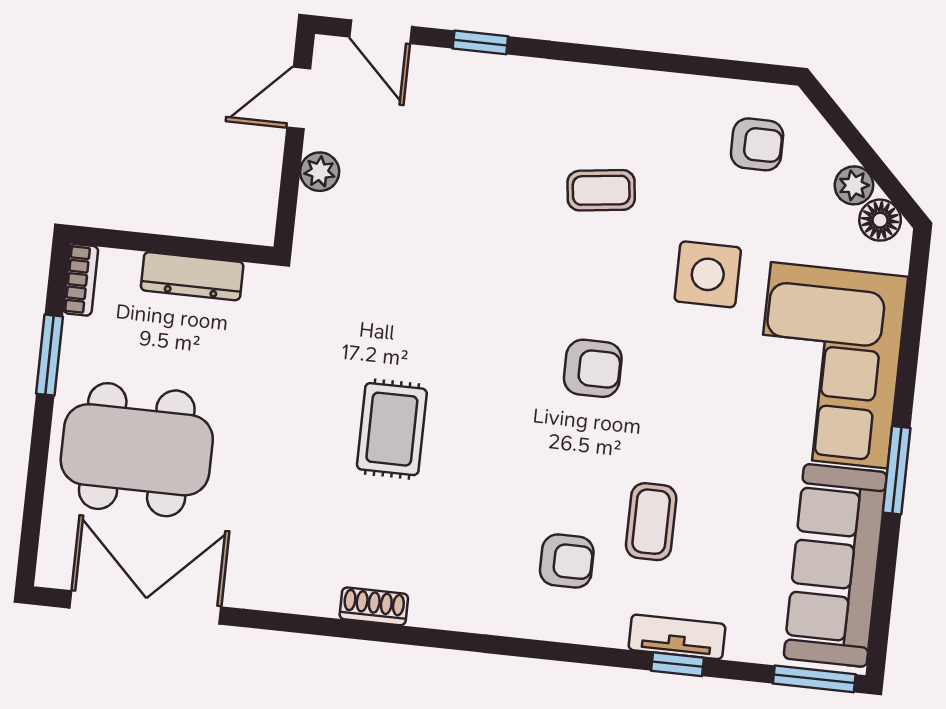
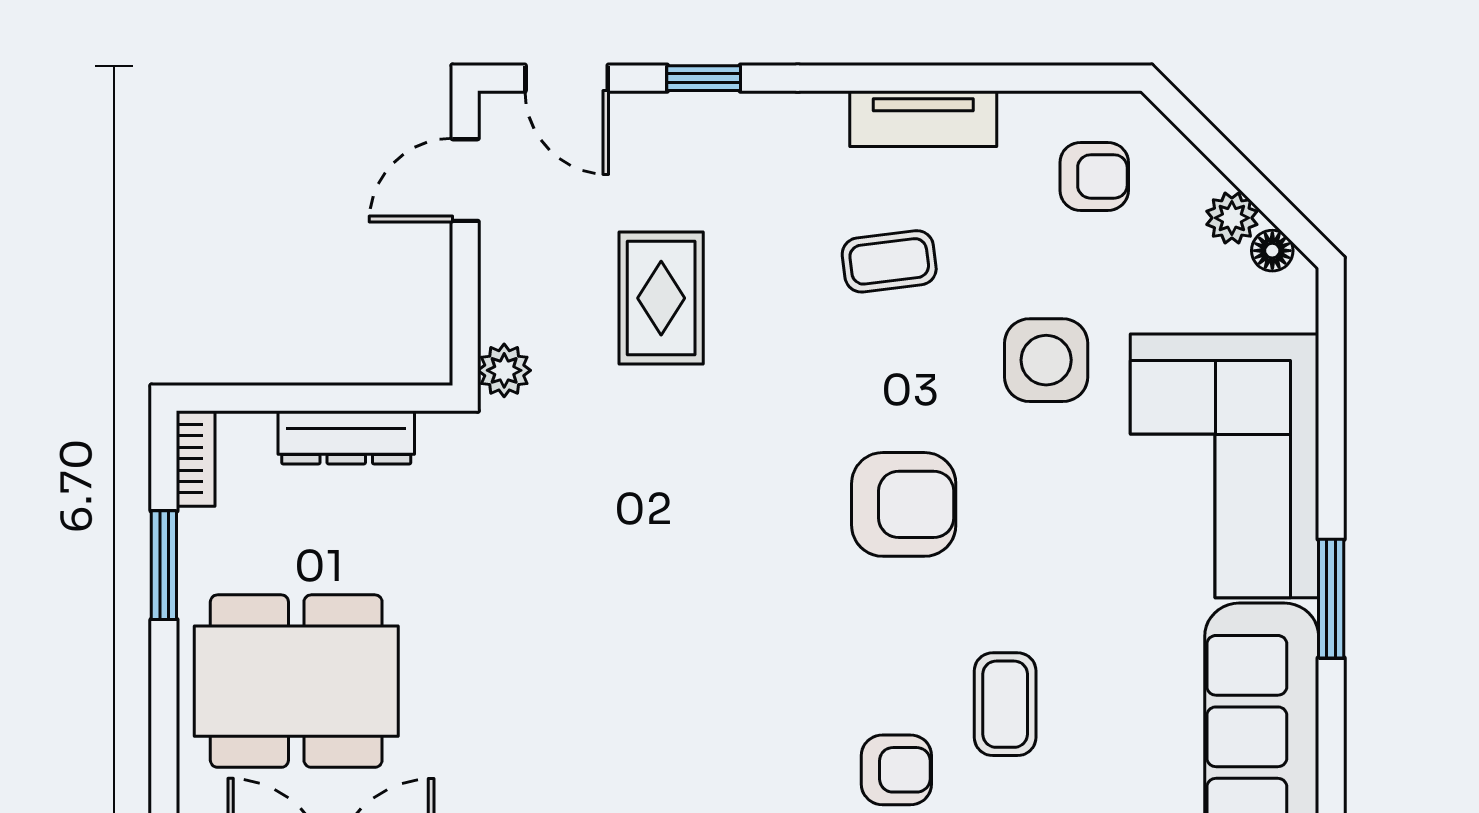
tv unit: (637, 89) -> (923, 119), added
plant: (320, 172) -> (504, 370), moved
floor lamp: (880, 220) -> (1272, 251), width x0.73, depth x0.73
armchair: (593, 368) -> (904, 504), width x1.38, depth x1.38
rug: (392, 429) -> (661, 298), moved

